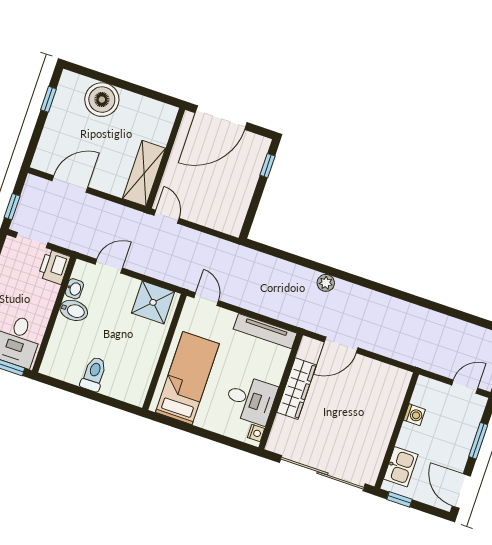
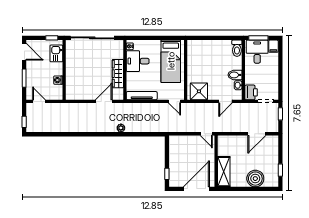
shelving: (144, 173) -> (224, 172), moved
toilet: (94, 374) -> (237, 48), moved
door: (465, 387) -> (39, 101), swing flipped

